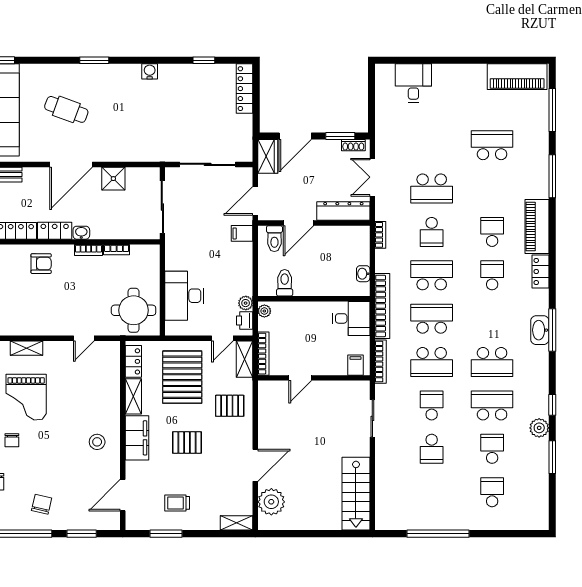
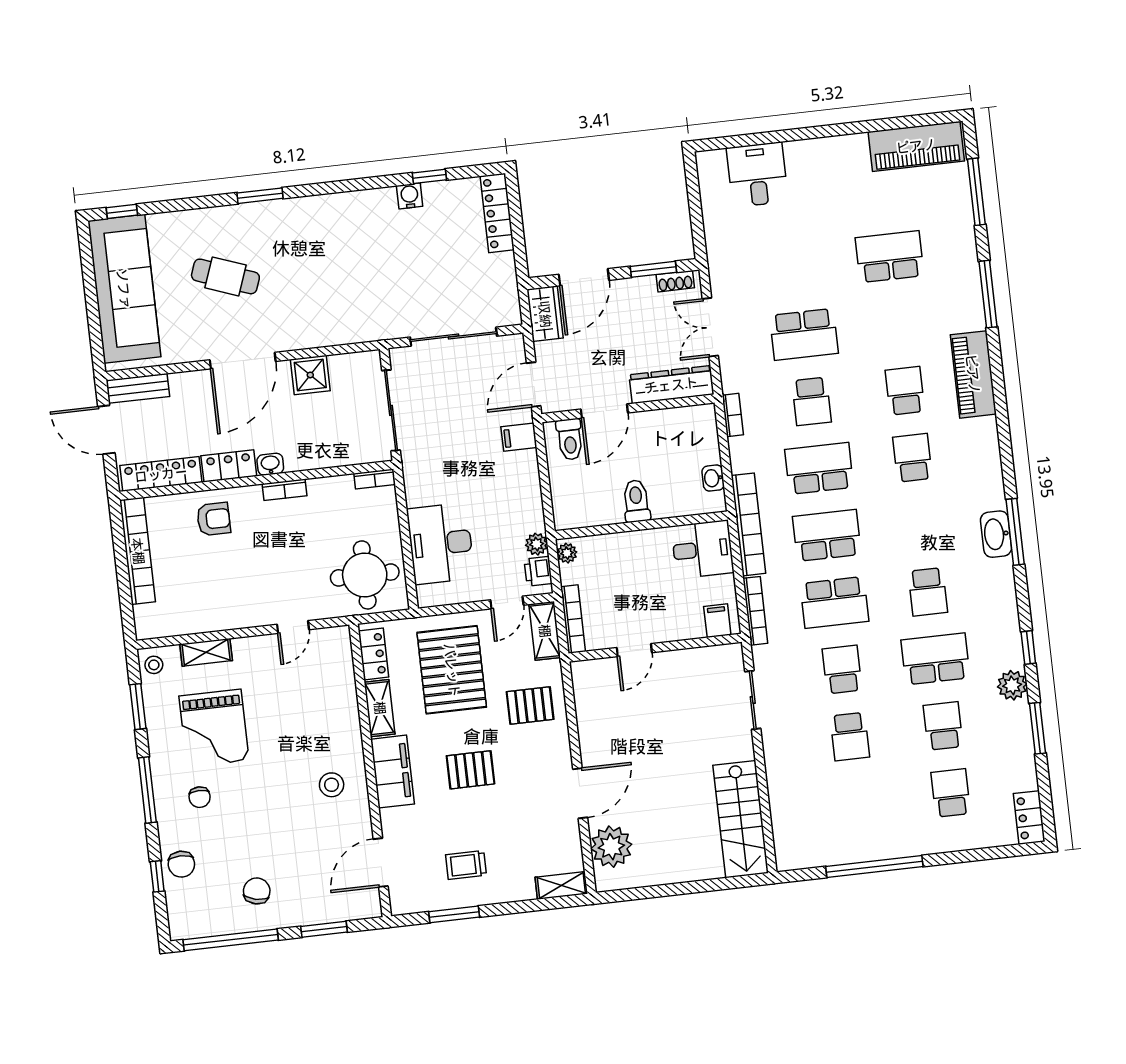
water cooler: (150, 71) -> (410, 196), moved
bookcase: (117, 250) -> (375, 479), moved
locker: (540, 271) -> (1029, 818), moved
toilet: (285, 283) -> (636, 501), moved
school desk: (492, 362) -> (928, 592), width x0.54

